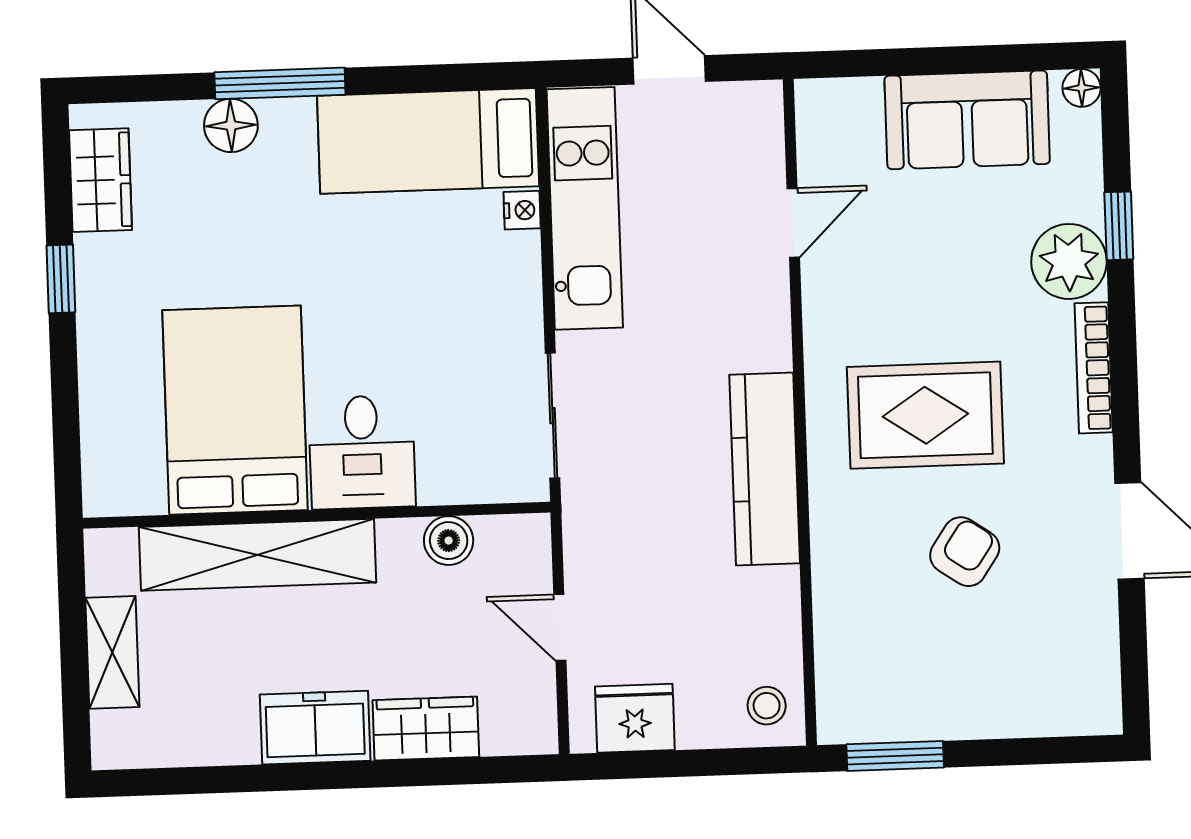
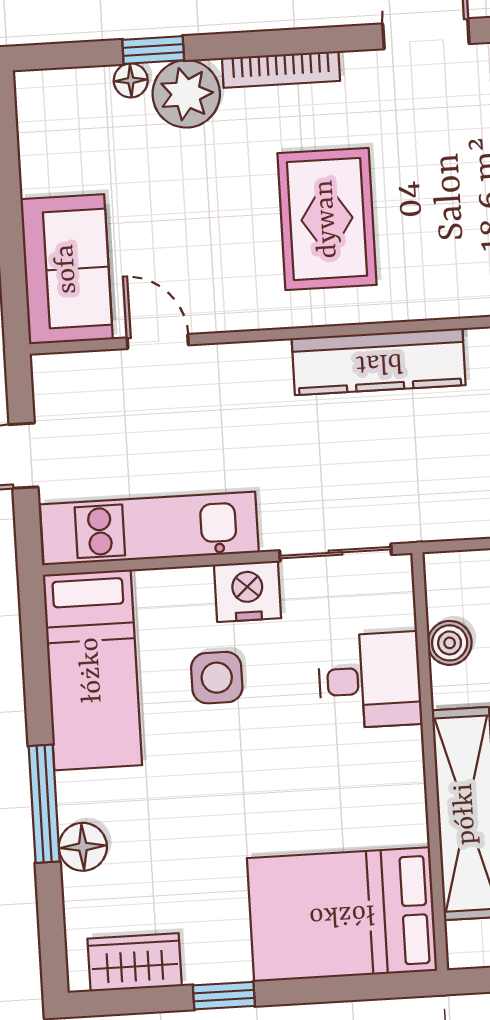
floor lamp: (1082, 88) -> (131, 80), moved
sofa: (967, 120) -> (67, 269), moved
nightstand: (522, 210) -> (248, 591), moved, width x1.89, depth x1.79
side table: (416, 280) -> (217, 678), added
bed: (235, 410) -> (342, 914), moved
desk: (362, 452) -> (370, 680), moved
armchair: (965, 552) -> (448, 181), removed

